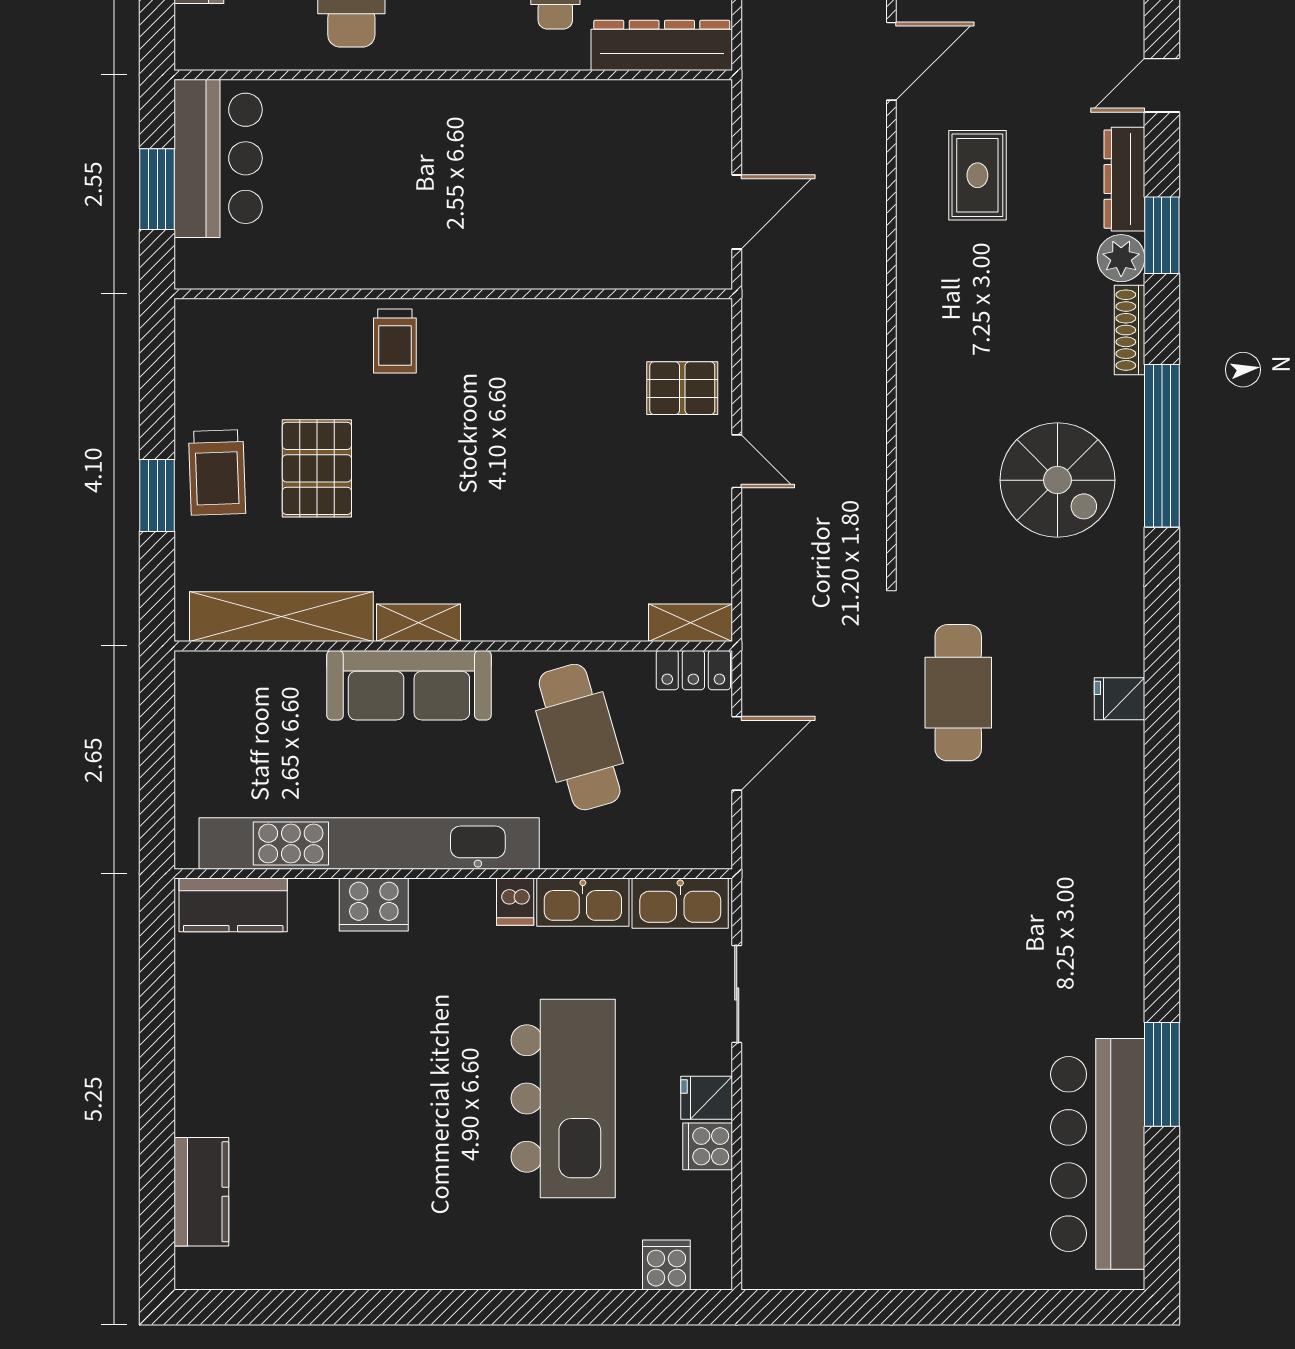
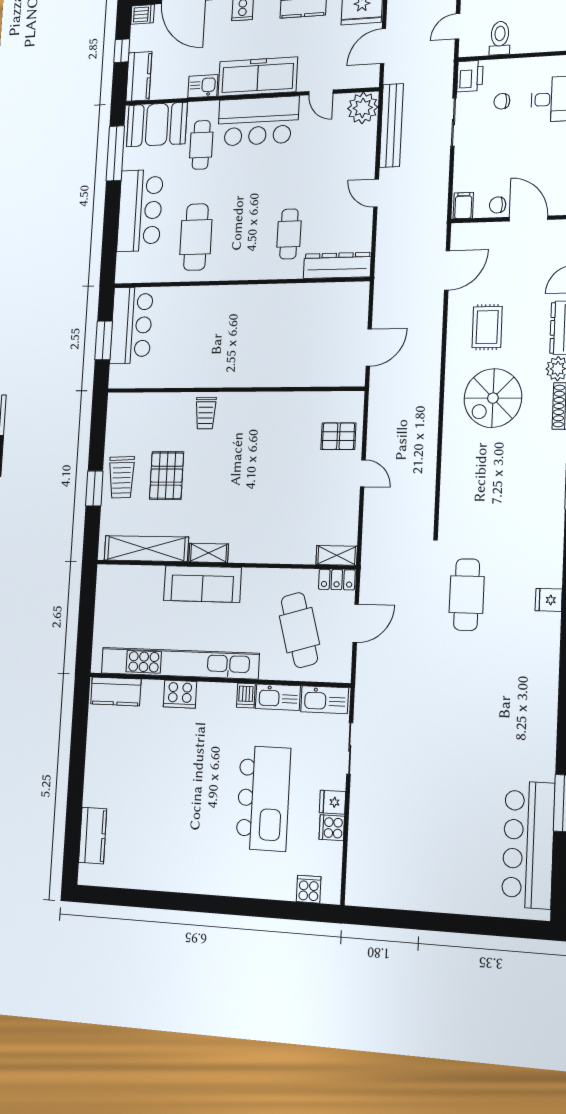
spiral stairs: (1057, 480) -> (493, 398), moved, turned 90
cafe table: (580, 737) -> (299, 630), moved

